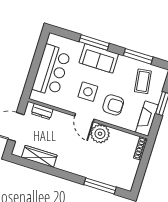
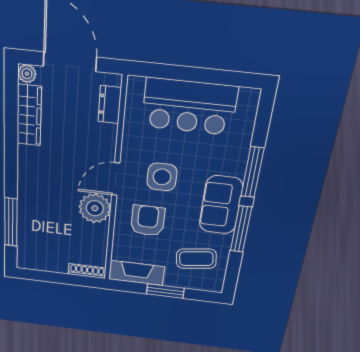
window: (138, 56) -> (241, 229), moved
sofa: (99, 58) -> (221, 205), moved
armchair: (113, 105) -> (148, 221), turned 180
plant: (17, 151) -> (27, 74), added

